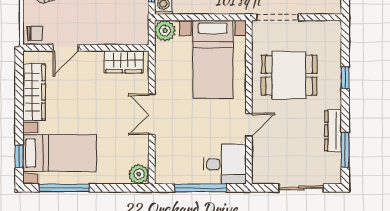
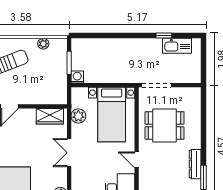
plant: (165, 31) -> (78, 116), moved
window: (345, 78) -> (203, 127), removed
door: (249, 125) -> (137, 160), swing flipped

